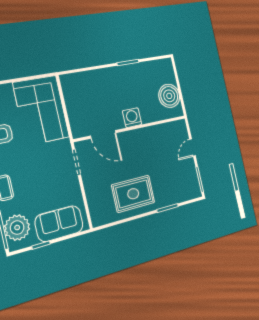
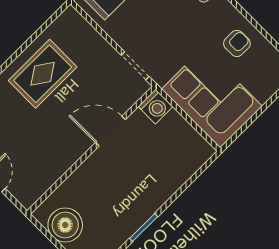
washing machine: (132, 118) -> (155, 107), moved
door: (103, 134) -> (111, 131), moved

